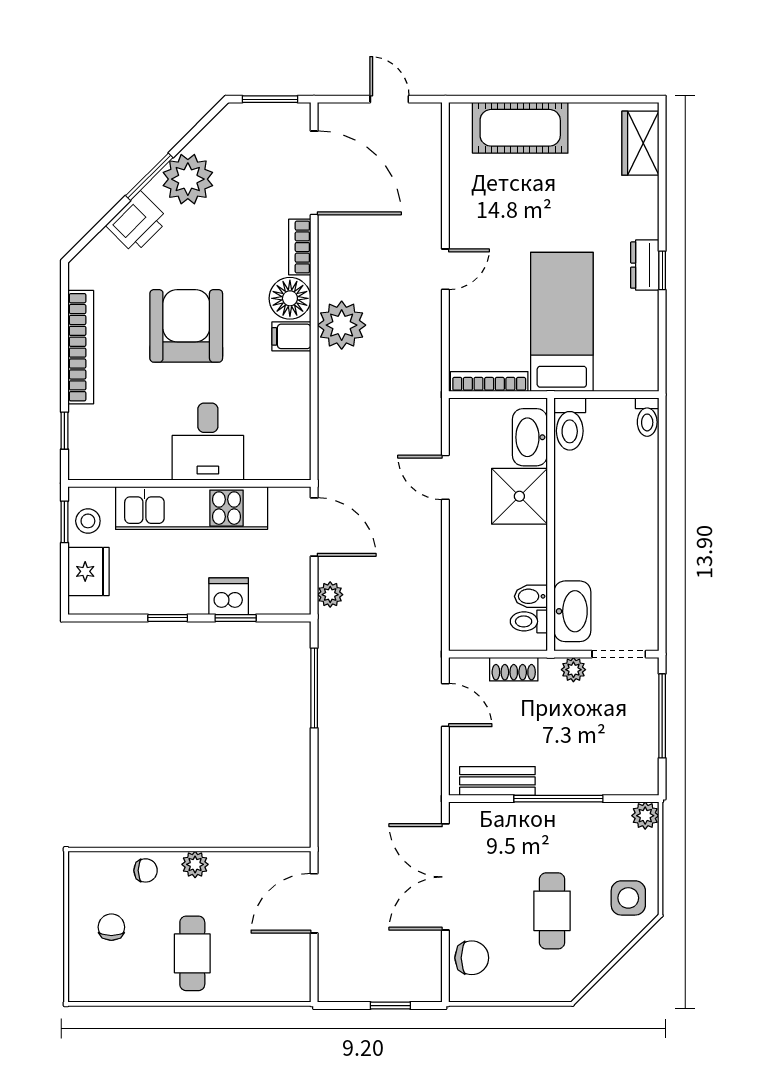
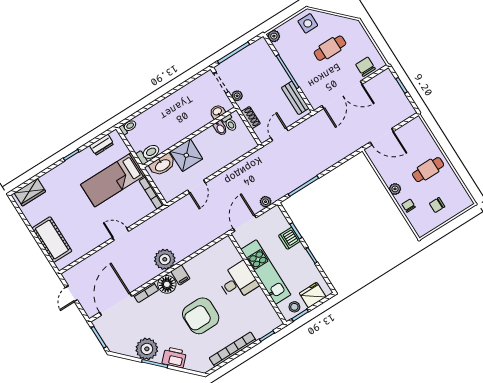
dresser: (645, 265) -> (102, 145), moved
washbasin: (572, 611) -> (217, 112), width x0.52, depth x0.69

